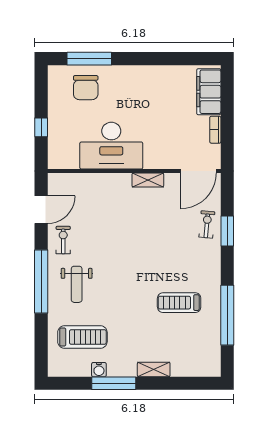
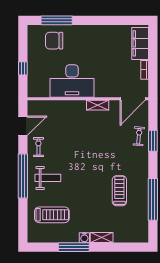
chair: (86, 88) -> (54, 41), turned 90
weight bench: (77, 284) -> (48, 178), turned -90
treadmill: (179, 303) -> (119, 191), turned 90
water cooler: (99, 370) -> (84, 238), moved

